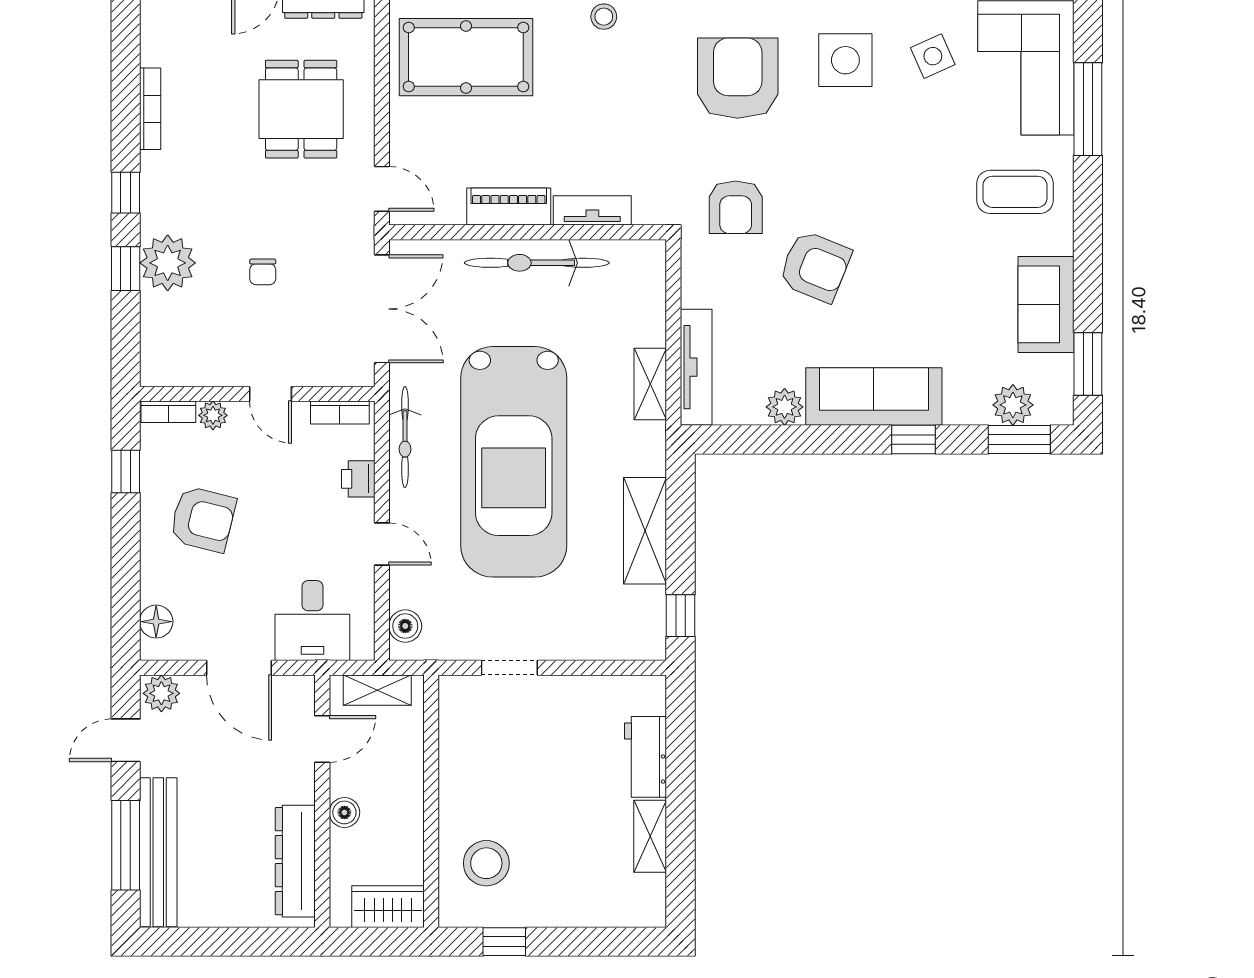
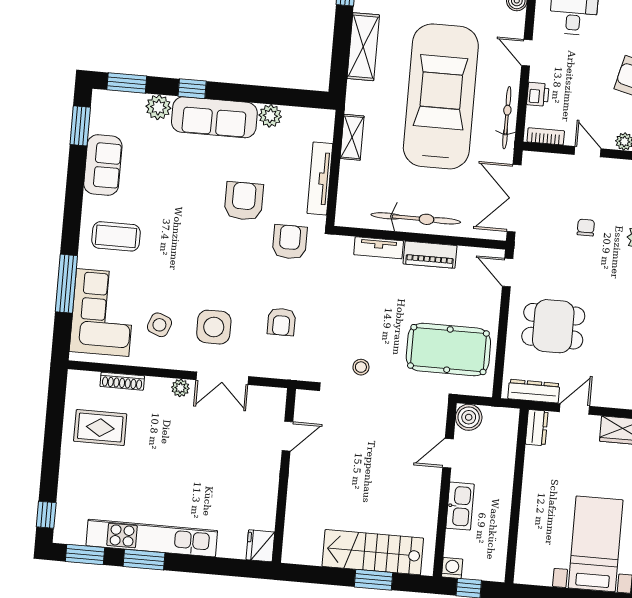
side table: (933, 56) -> (159, 325), turned 45
armchair: (738, 78) -> (281, 322), width x0.53, depth x0.53
dining table: (301, 109) -> (553, 326), turned 90
armchair: (815, 266) -> (244, 201), turned 68
tv unit: (696, 367) -> (320, 178), moved
plant: (1013, 405) -> (158, 107), moved

